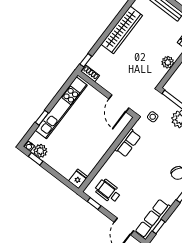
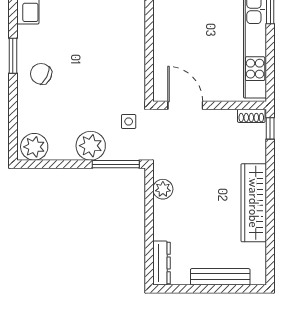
plant: (168, 62) -> (163, 189), moved
row of seats: (128, 143) -> (135, 64), removed

